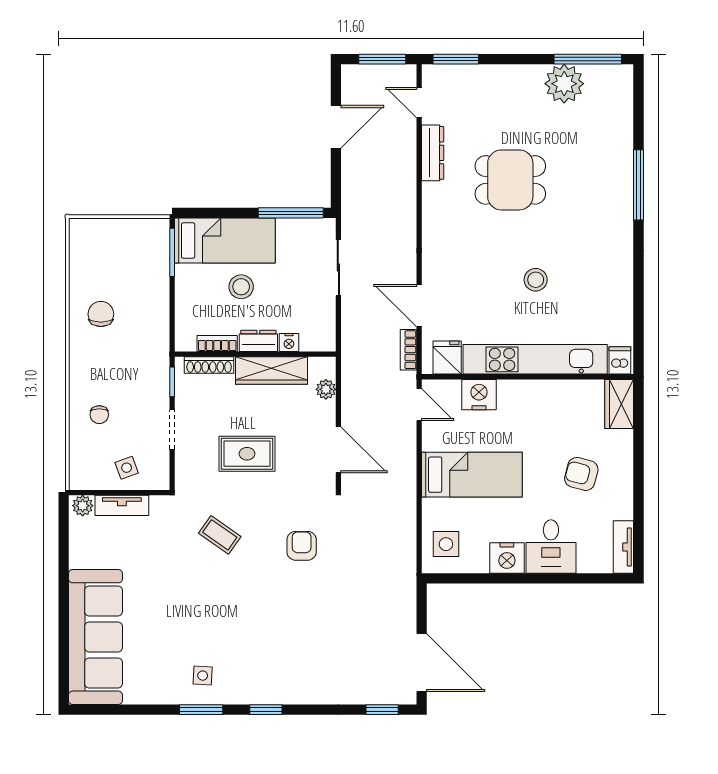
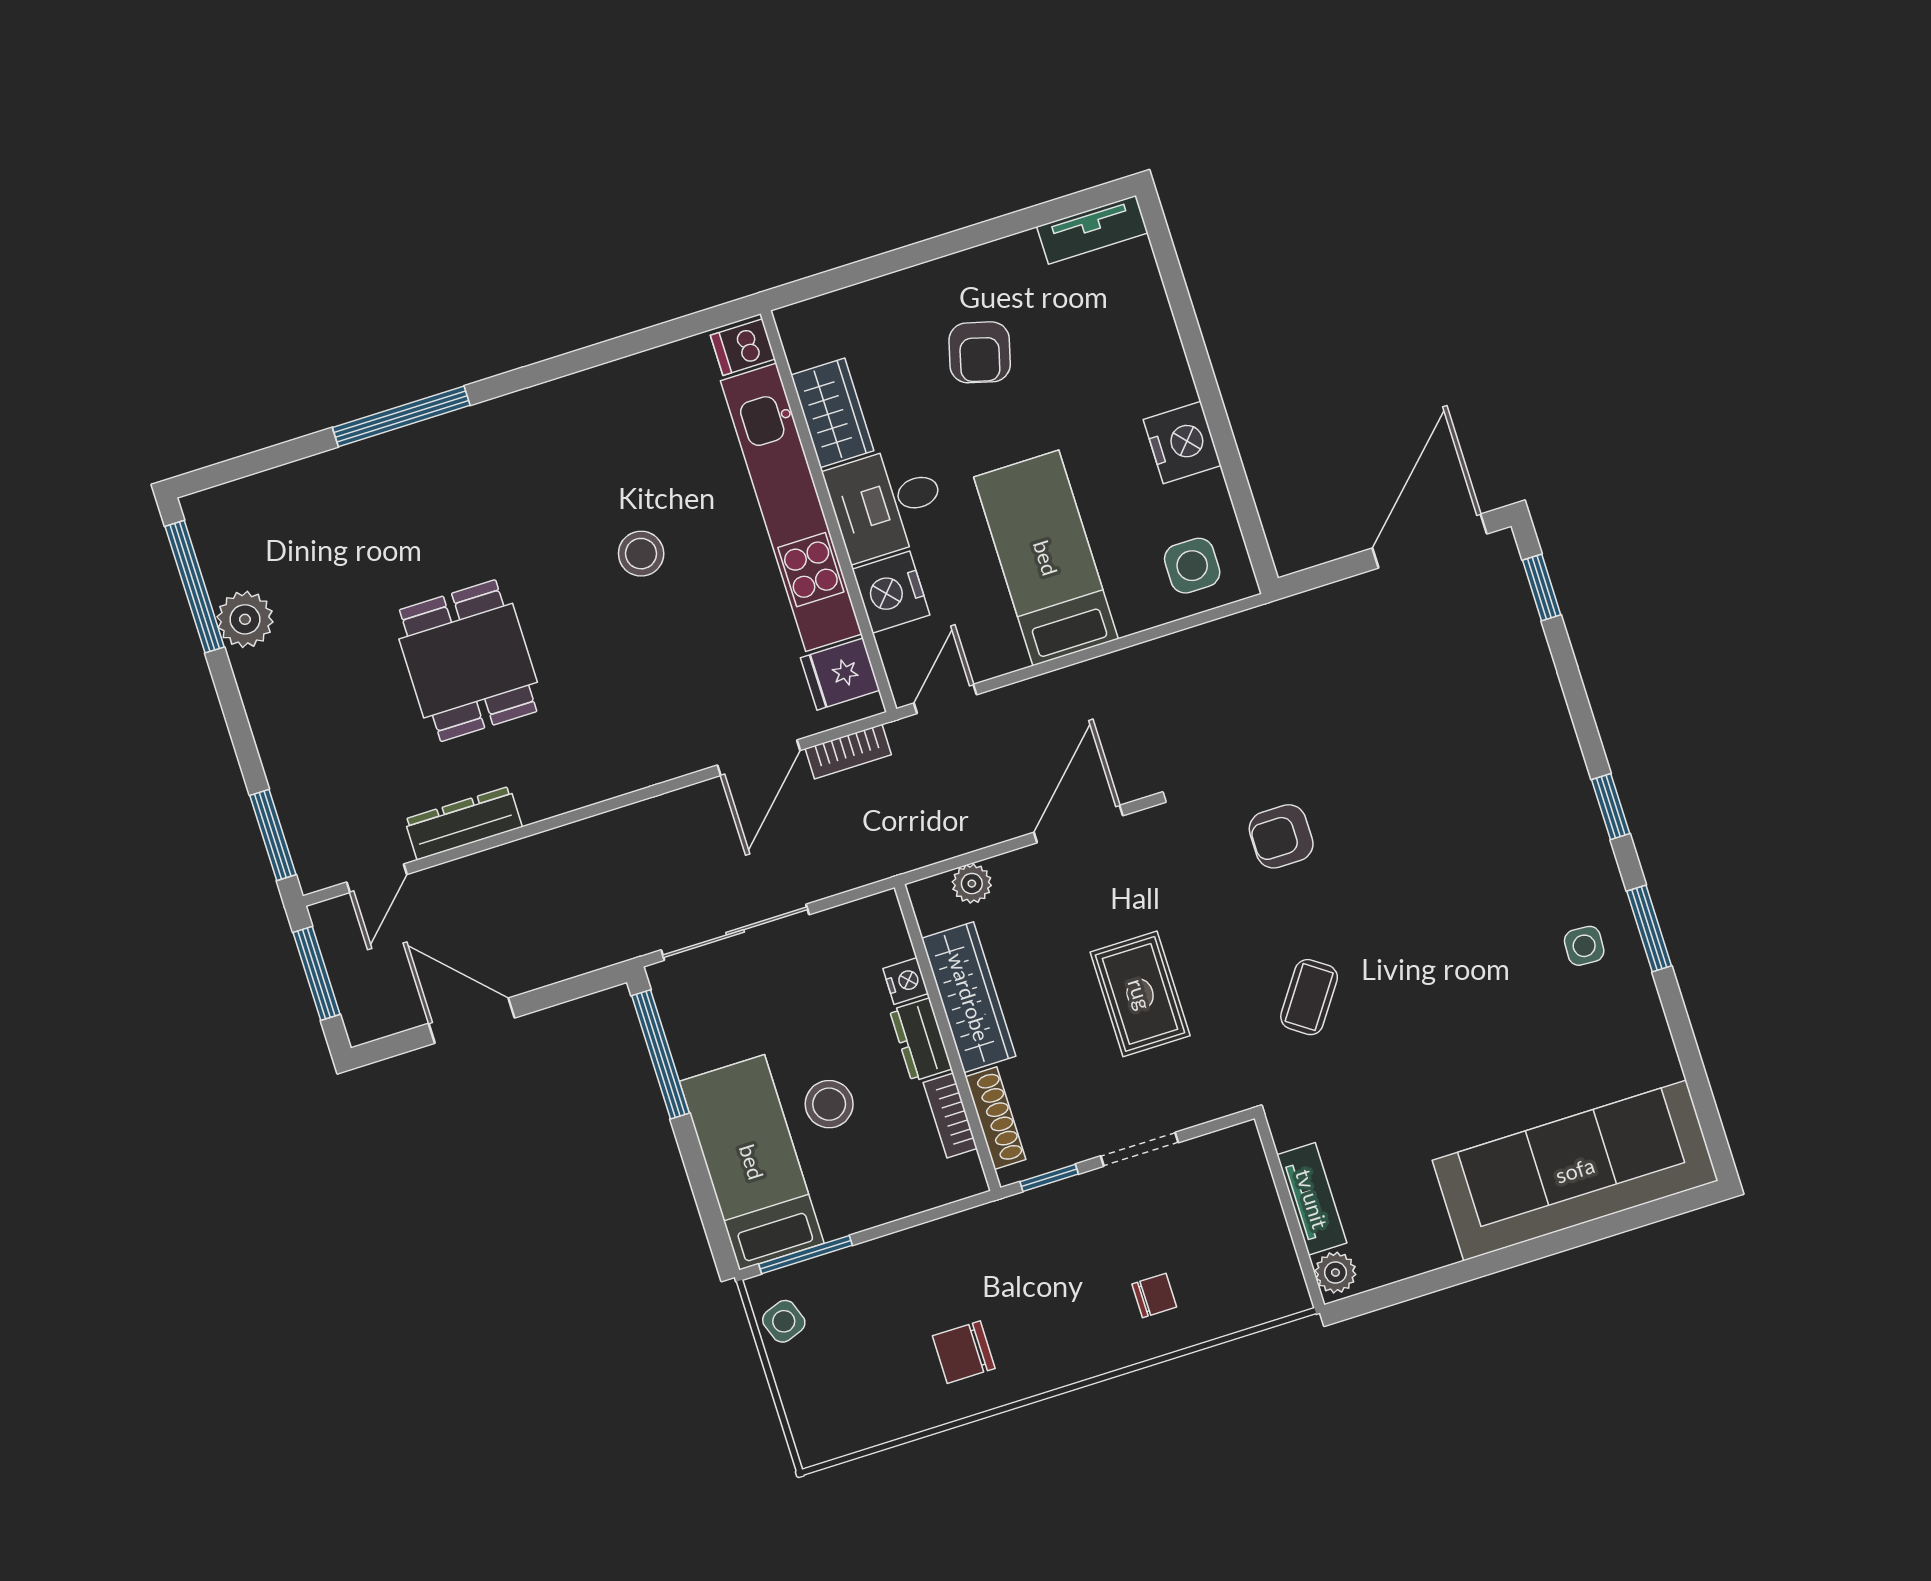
plant: (564, 84) -> (245, 619), width x0.73, depth x0.73
sliding door: (338, 268) -> (735, 932), width x1.37
wardrobe: (619, 404) -> (832, 413), moved, turned -90
side table: (127, 468) -> (784, 1321), moved
desk: (551, 547) -> (887, 502), moved, turned 180

